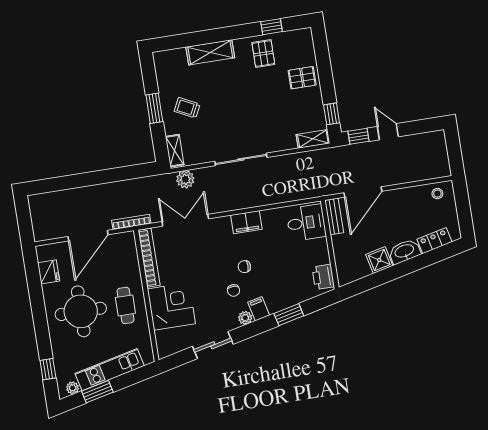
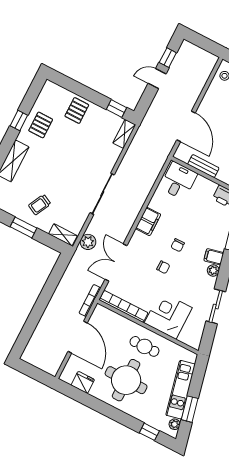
window: (271, 27) -> (19, 121), moved
pallet: (263, 54) -> (41, 125), turned 90
window: (359, 136) -> (168, 58), moved
bench: (334, 216) -> (203, 166), moved
chair: (234, 290) -> (163, 267), moved

